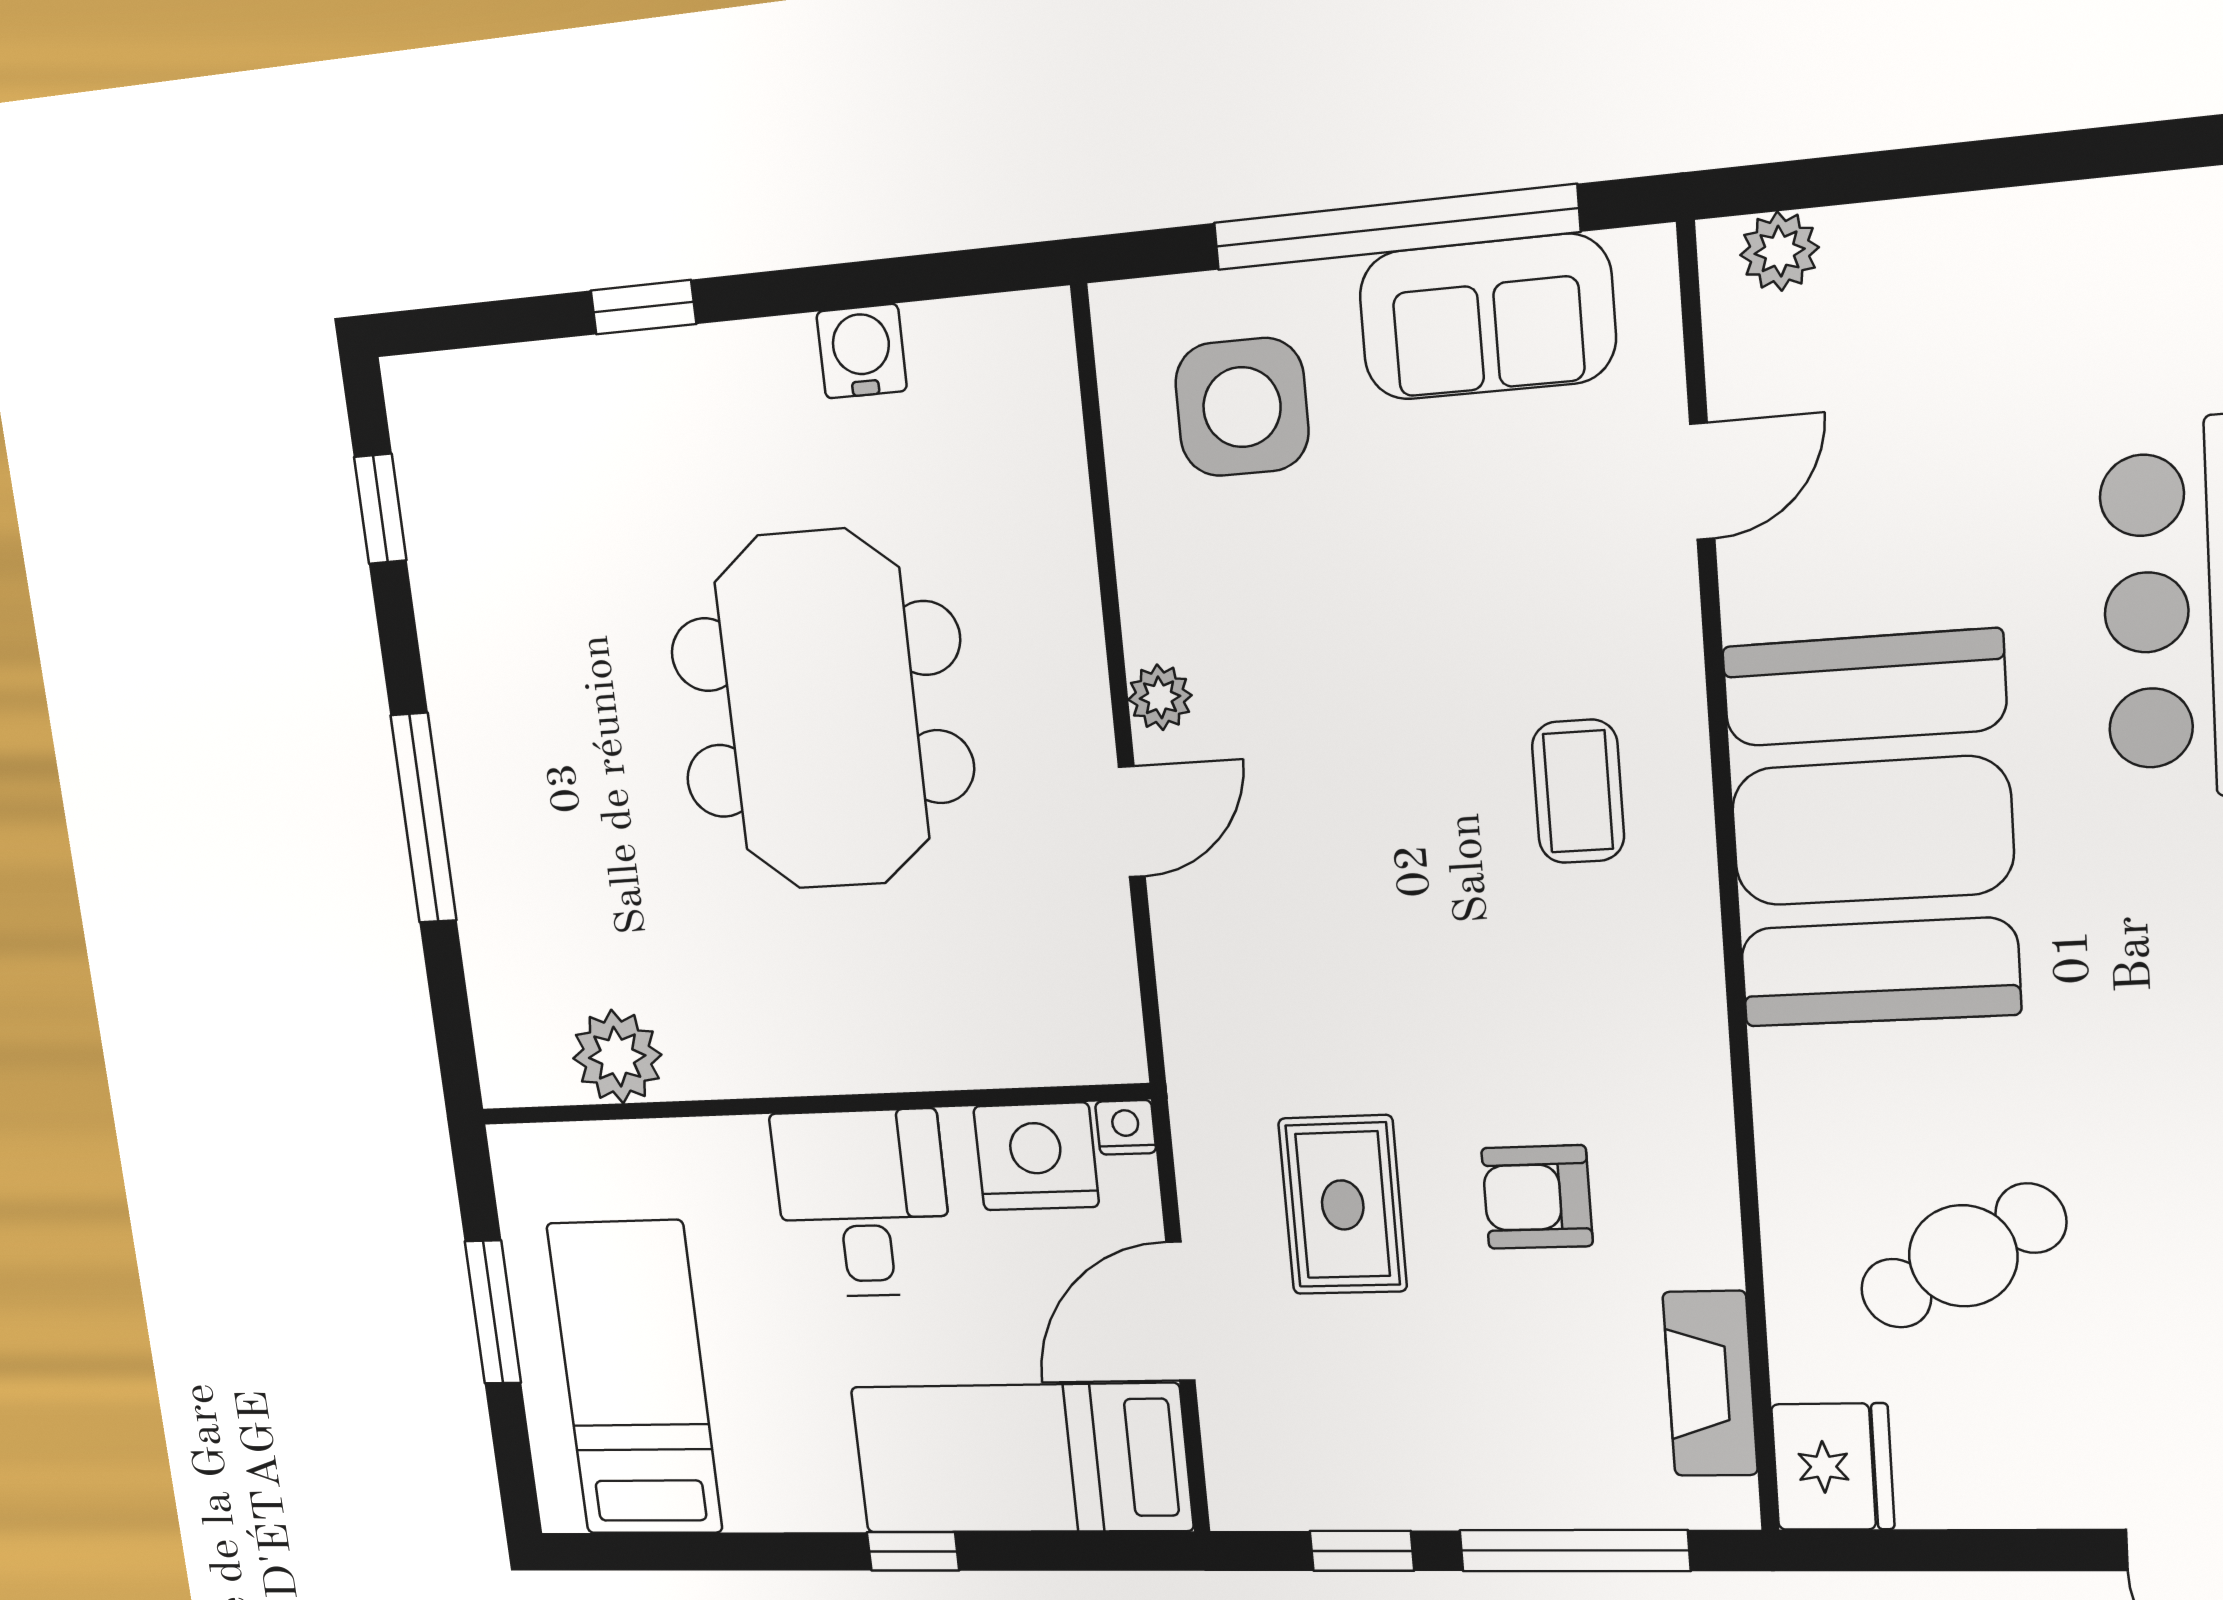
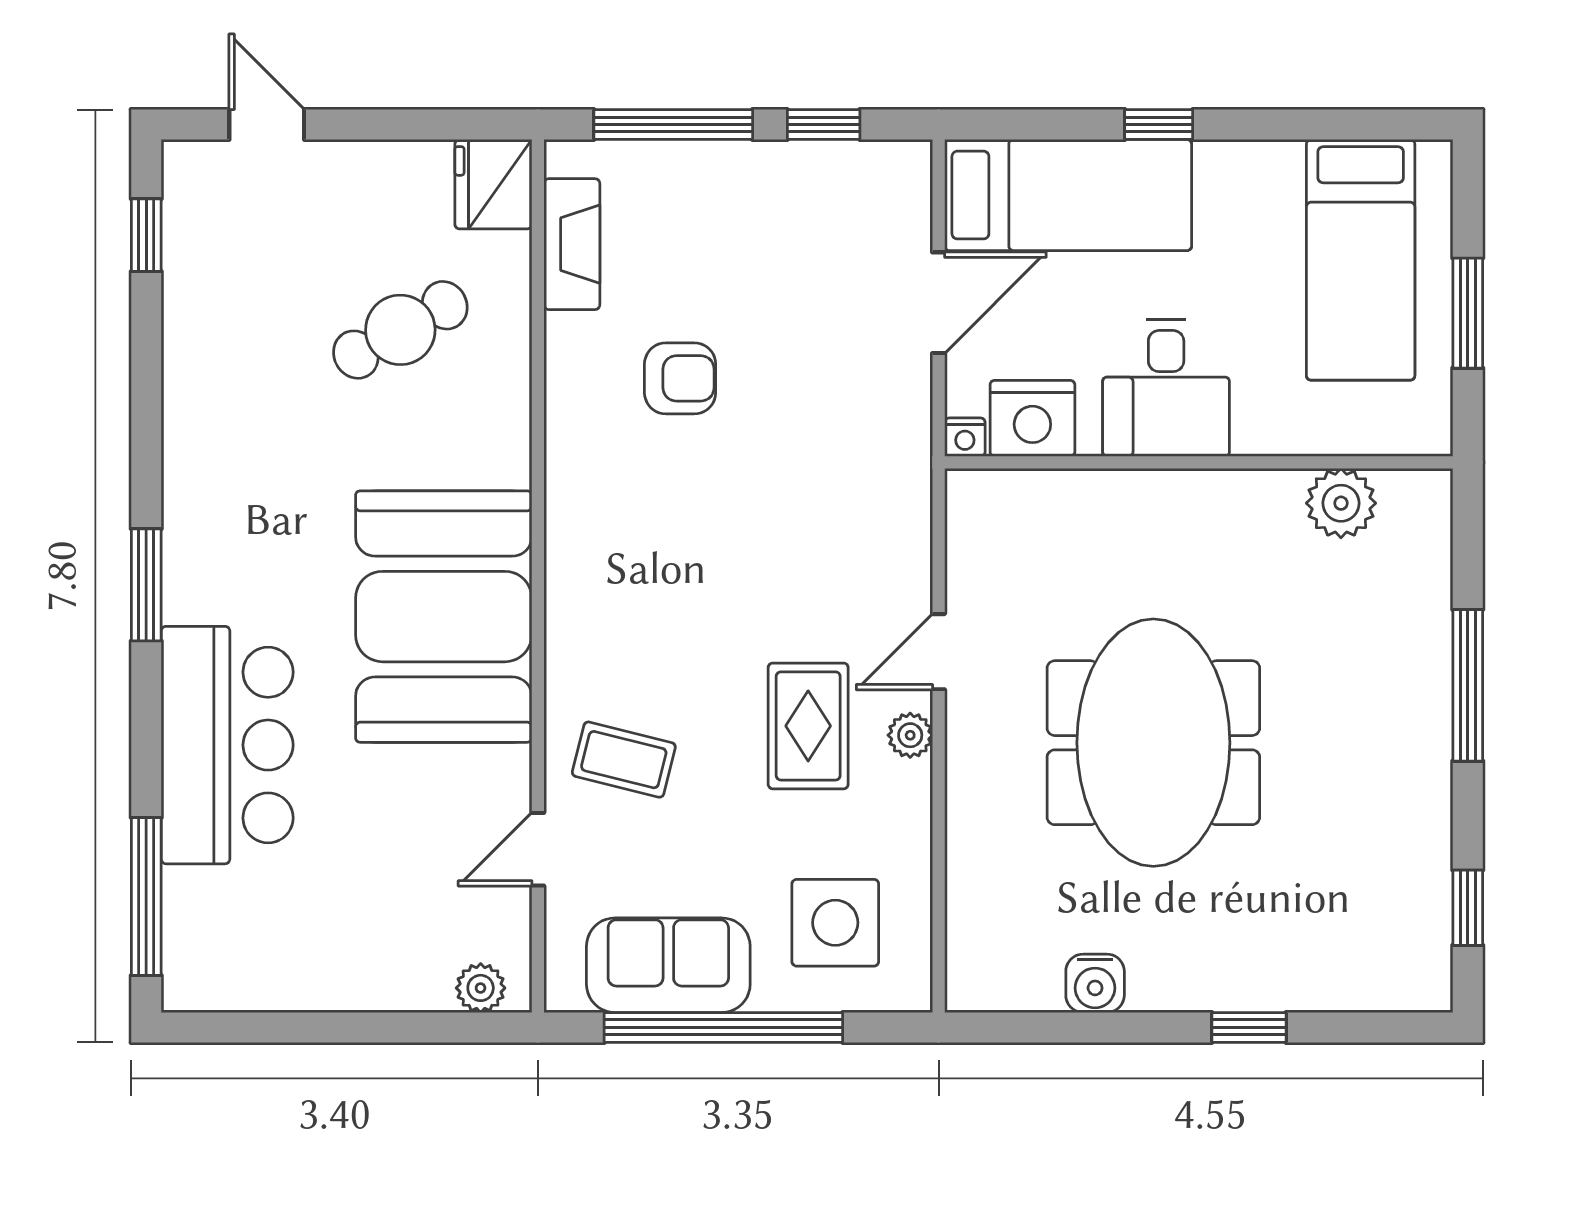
coffee table: (1578, 791) -> (624, 760), moved, turned -76
rug: (1343, 1205) -> (808, 726), moved

